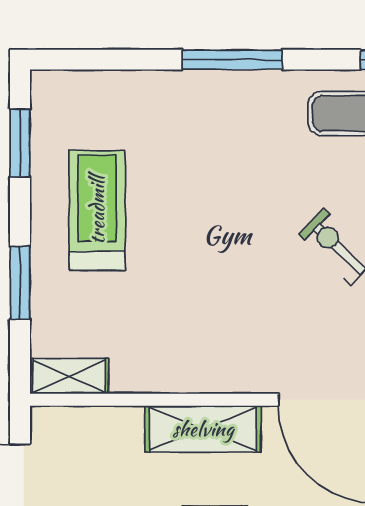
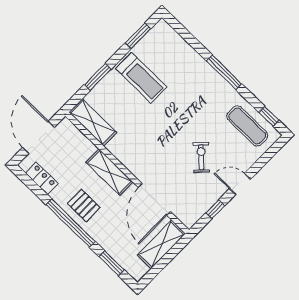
treadmill: (97, 210) -> (141, 78), turned 90
shelving: (69, 376) -> (93, 122), width x1.50, depth x1.33

